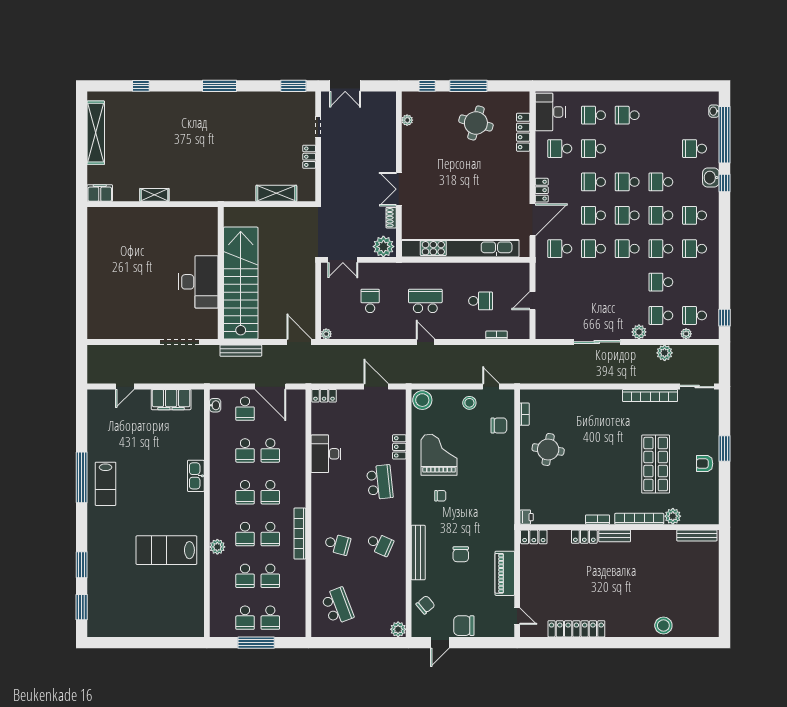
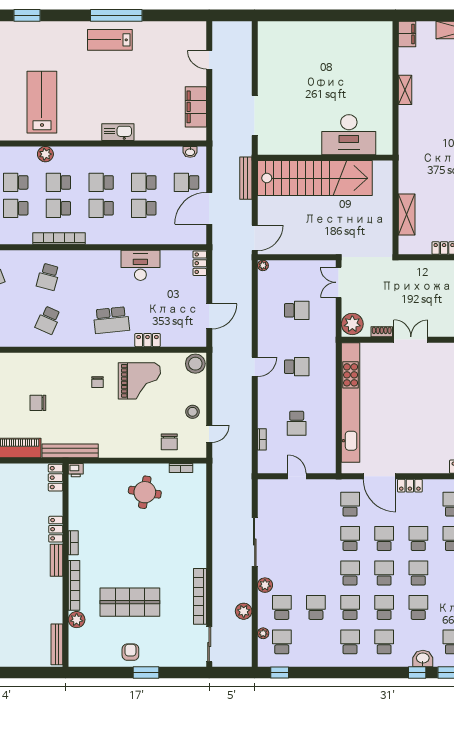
desk: (198, 282) -> (349, 135), moved
school desk: (425, 301) -> (297, 367), width x0.54
bench: (418, 553) -> (70, 451), moved

